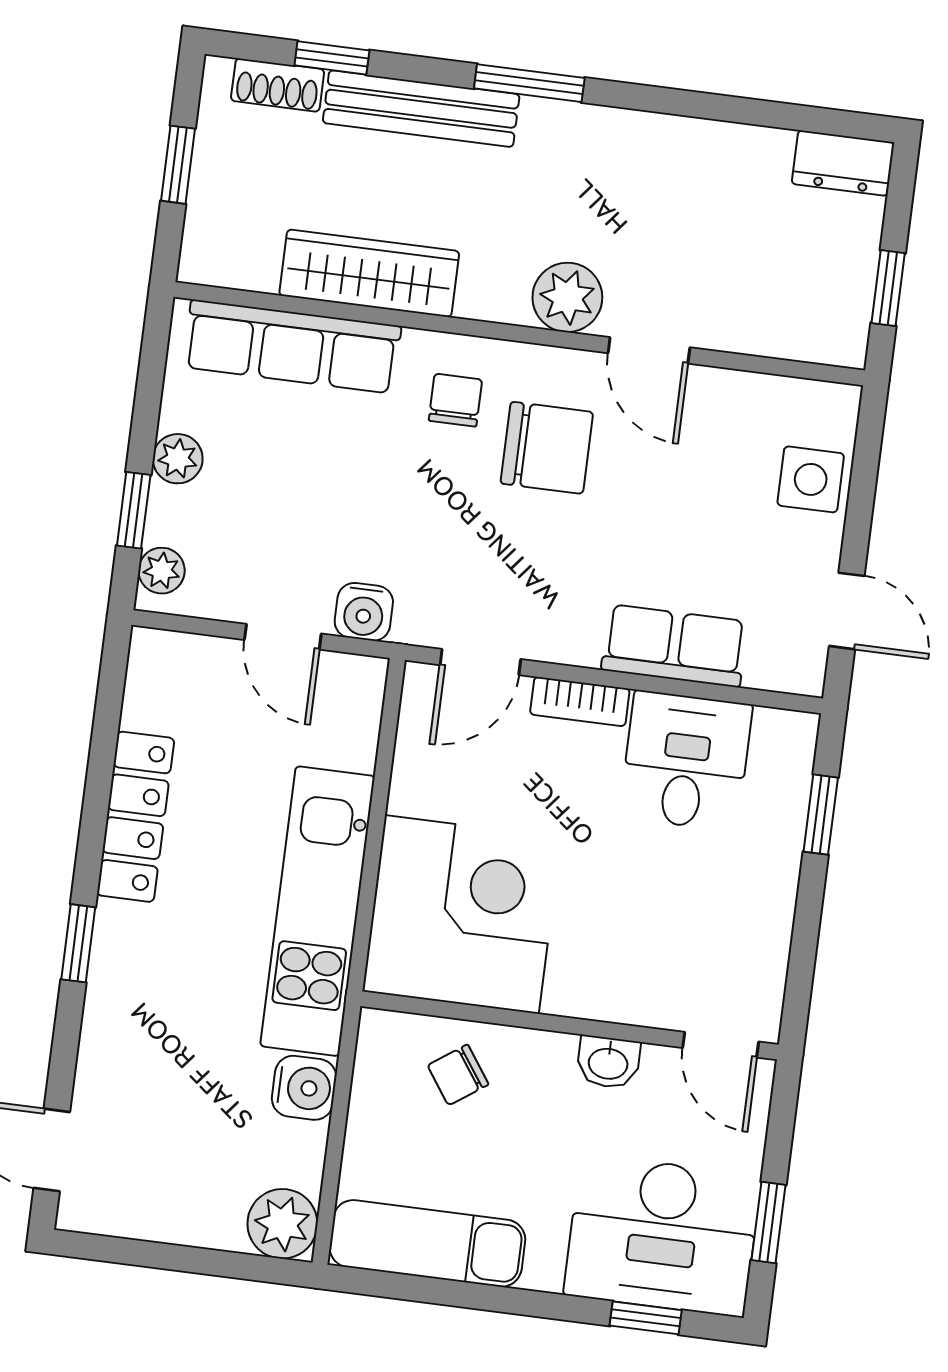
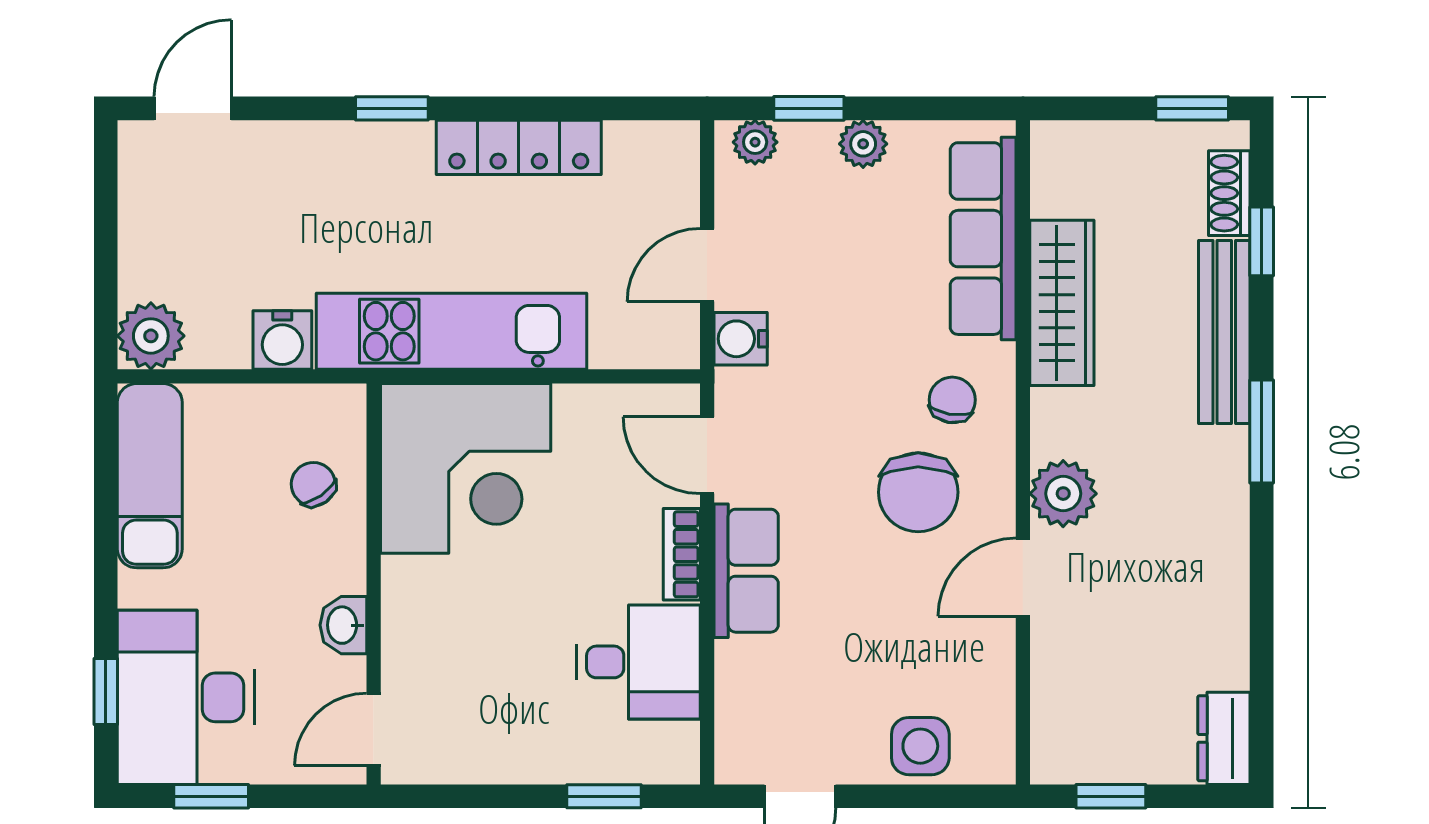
window: (178, 165) -> (1192, 108), moved
chair: (455, 400) -> (952, 400), turned -81
row of seats: (674, 646) -> (746, 571), moved

